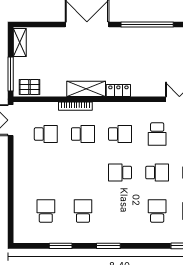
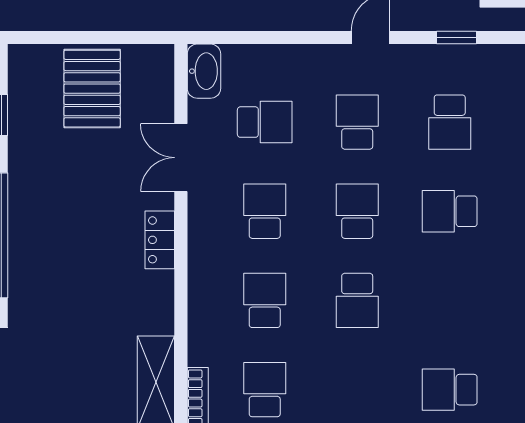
locker: (118, 90) -> (160, 240), moved
school desk: (157, 134) -> (265, 211), turned -90

